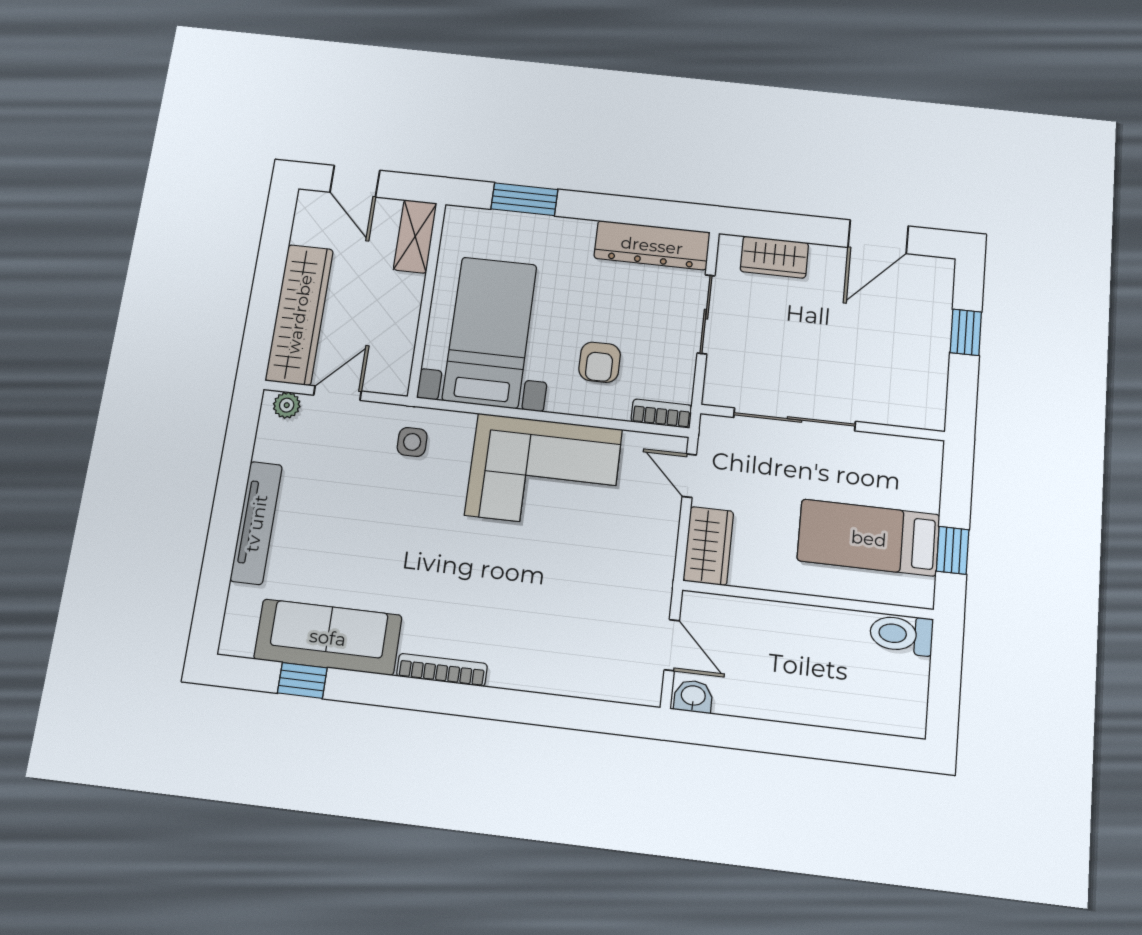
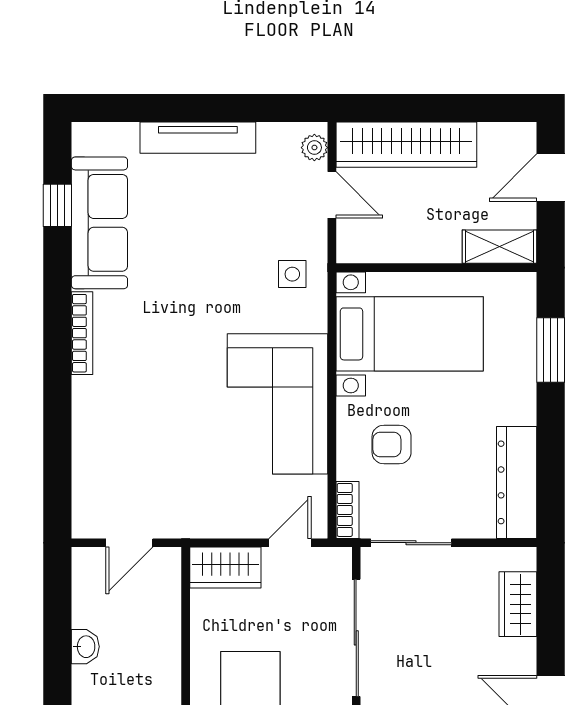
sliding door: (706, 314) -> (411, 543), moved
washbasin: (693, 696) -> (85, 647), moved

